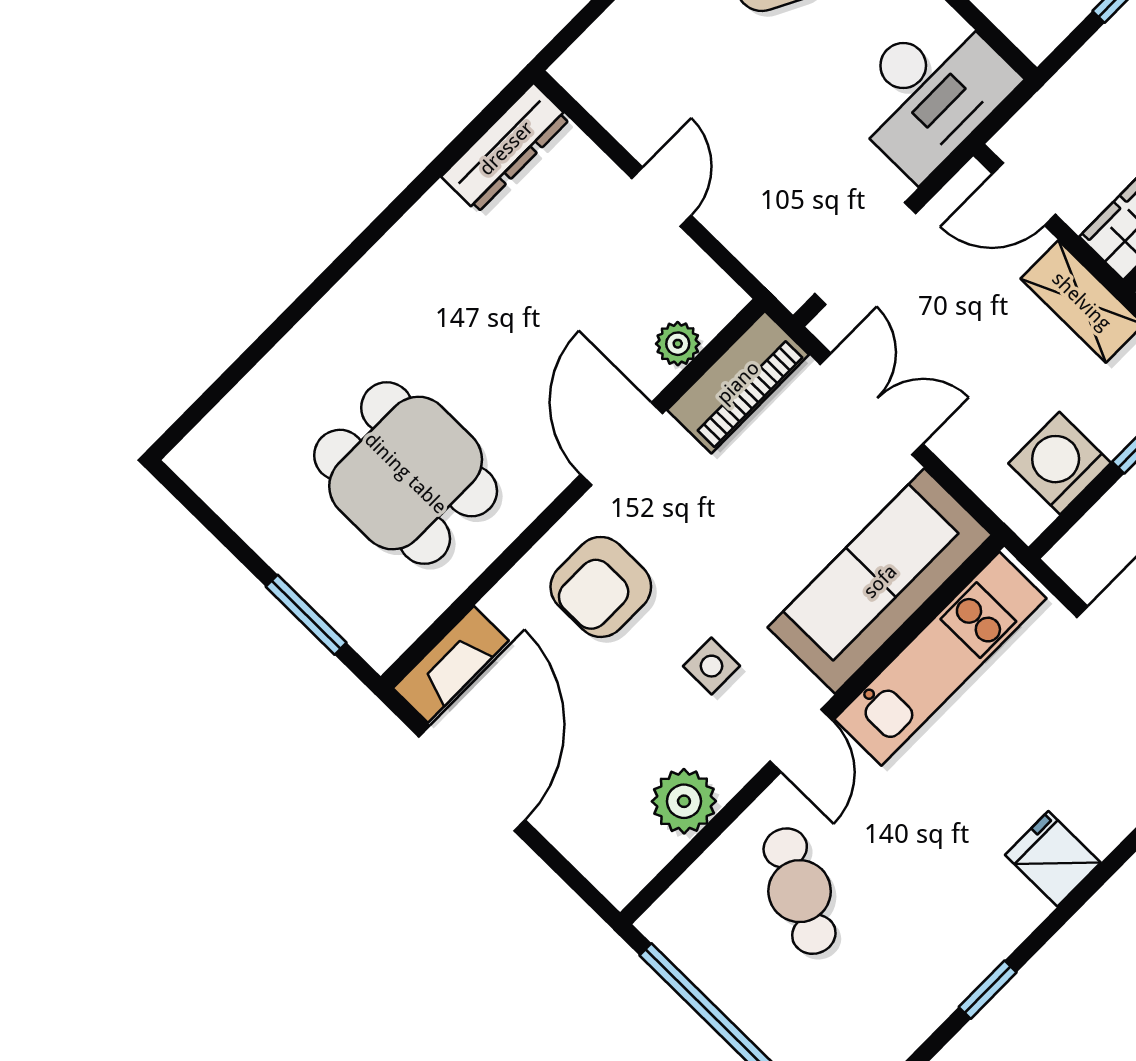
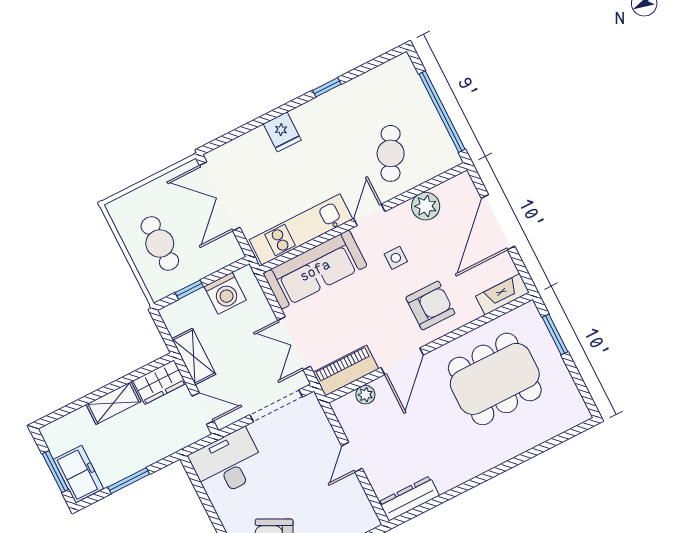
dining table: (406, 473) -> (495, 379), width x1.38
door: (472, 778) -> (498, 222), moved

